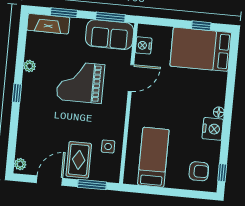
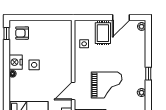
side table: (185, 122) -> (34, 65), added
bed: (153, 157) -> (53, 40), removed
window: (92, 185) -> (92, 17), removed

